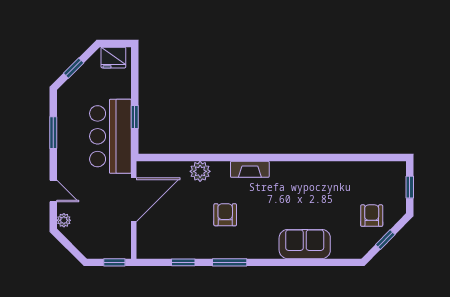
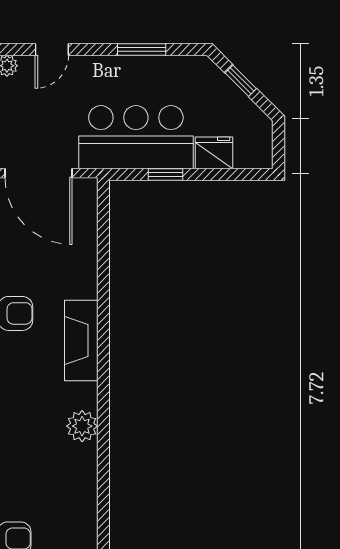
fridge: (113, 58) -> (214, 153), moved, turned 90
fireplace: (250, 169) -> (81, 341), width x1.37, depth x1.32
plant: (200, 171) -> (82, 426), moved

